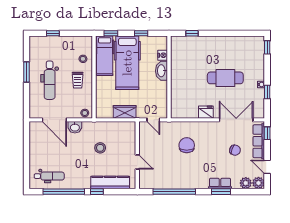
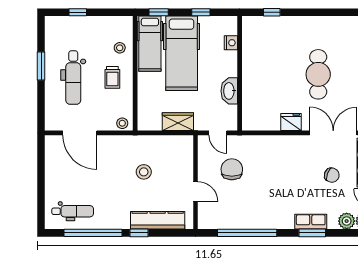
washbasin: (162, 71) -> (229, 91), moved
cafe table: (225, 78) -> (318, 74), turned 90
washbasin: (75, 127) -> (108, 143), removed
chair: (187, 145) -> (232, 169), moved

